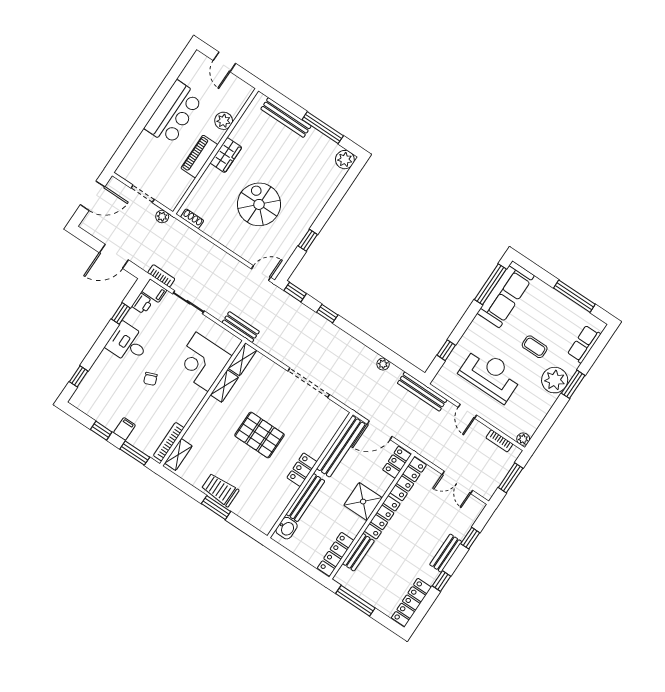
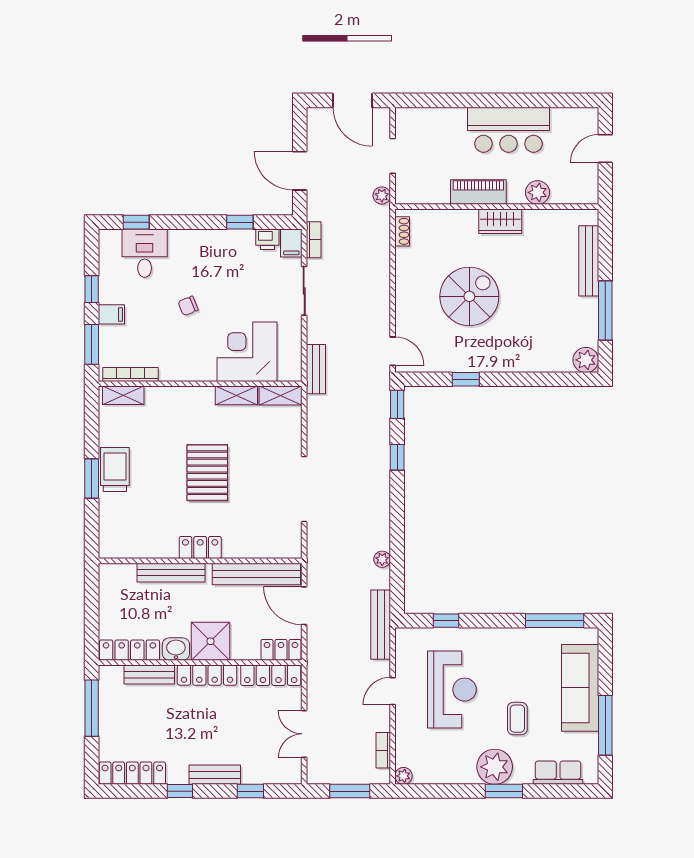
sofa: (506, 294) -> (580, 688), moved, turned 90
desk: (128, 343) -> (145, 253), moved
washbasin: (287, 528) -> (176, 649), moved, turned 180

